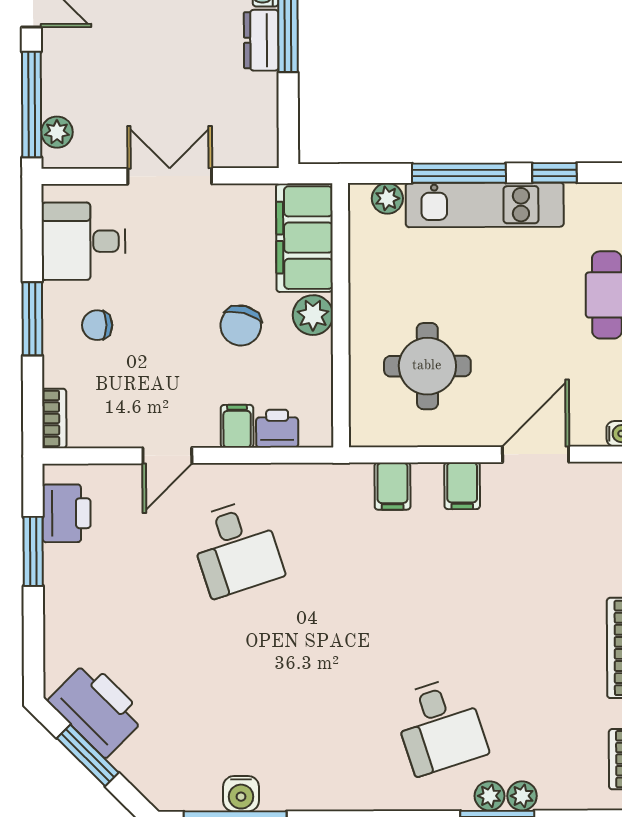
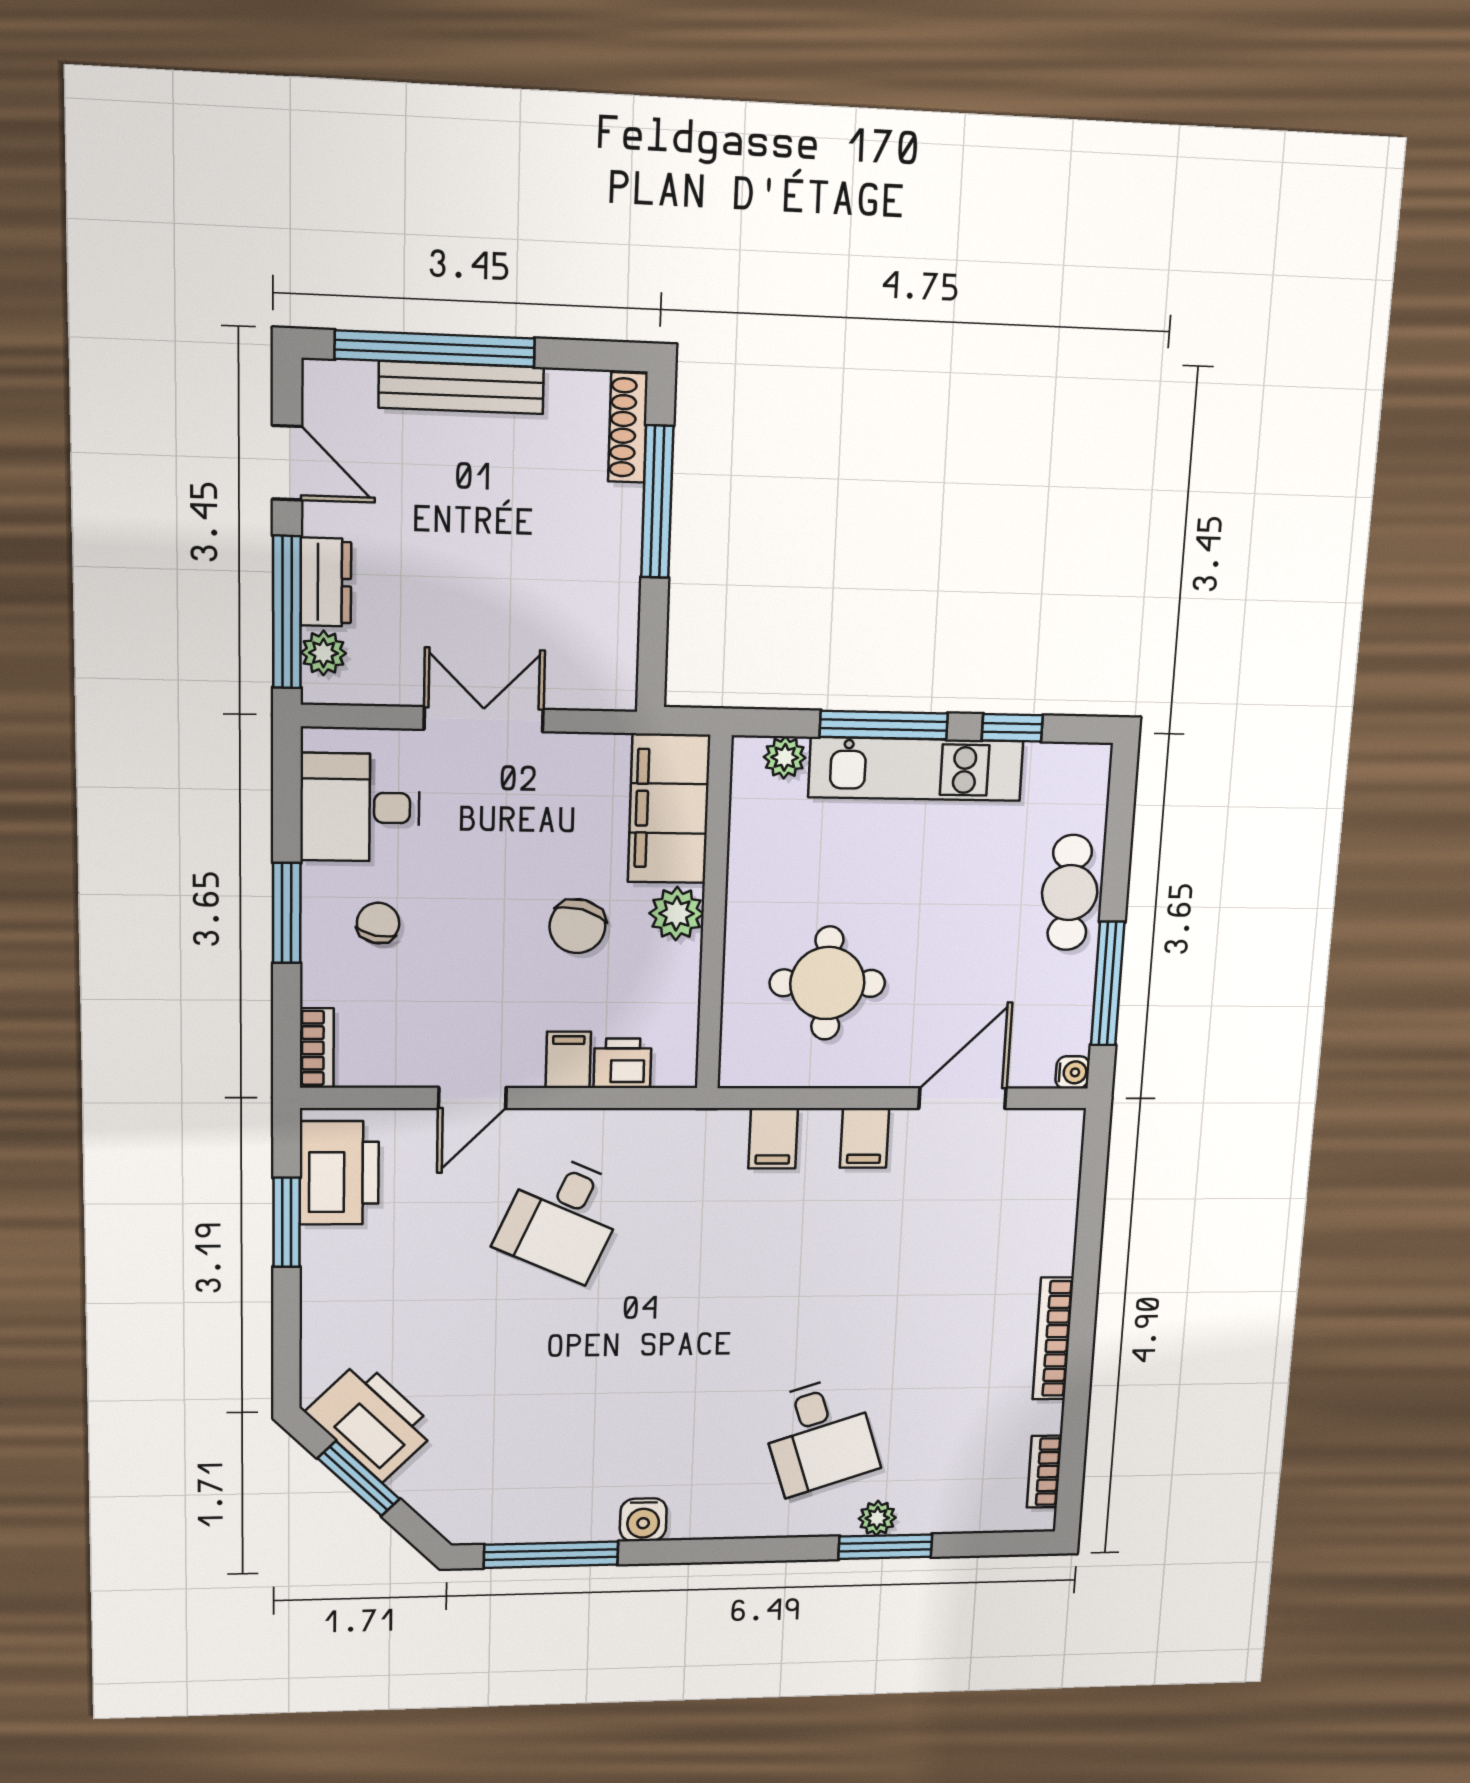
dresser: (261, 40) -> (326, 582), moved, turned 180
chair: (97, 325) -> (378, 923), turned 102
printer: (67, 513) -> (339, 1173), width x1.37, depth x1.19
desk: (236, 548) -> (562, 1217), turned 42
water cooler: (241, 794) -> (643, 1520), moved
plant: (522, 796) -> (918, 1517), removed

